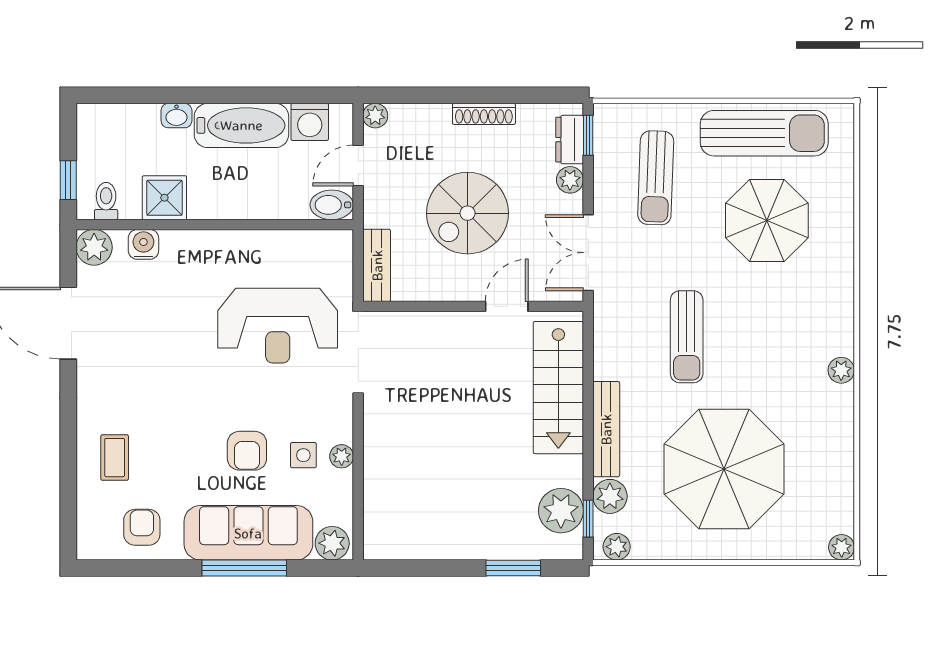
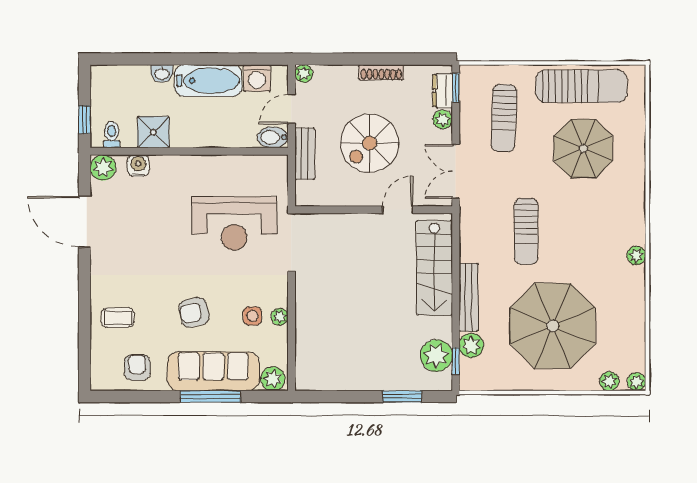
bench: (377, 265) -> (305, 154), moved
armchair: (247, 451) -> (194, 312), moved, turned 77
coffee table: (115, 458) -> (118, 318), turned 90
plant: (617, 547) -> (609, 381), moved

